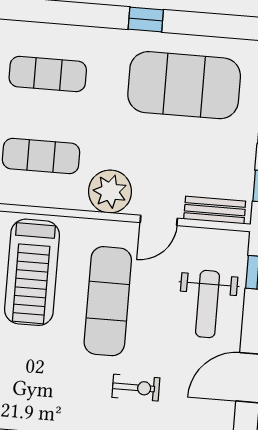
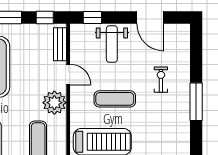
exercise mat: (108, 301) -> (115, 99), width x0.73, depth x0.69
weight bench: (207, 304) -> (112, 44), turned 90

